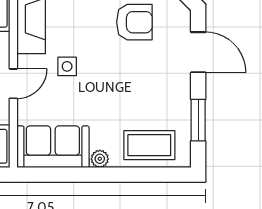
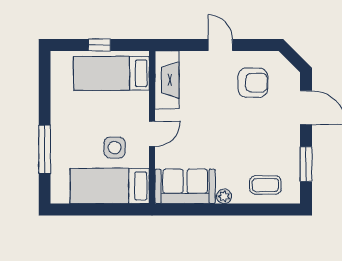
side table: (67, 66) -> (197, 119), removed
coffee table: (149, 145) -> (265, 185), width x0.73, depth x0.77

